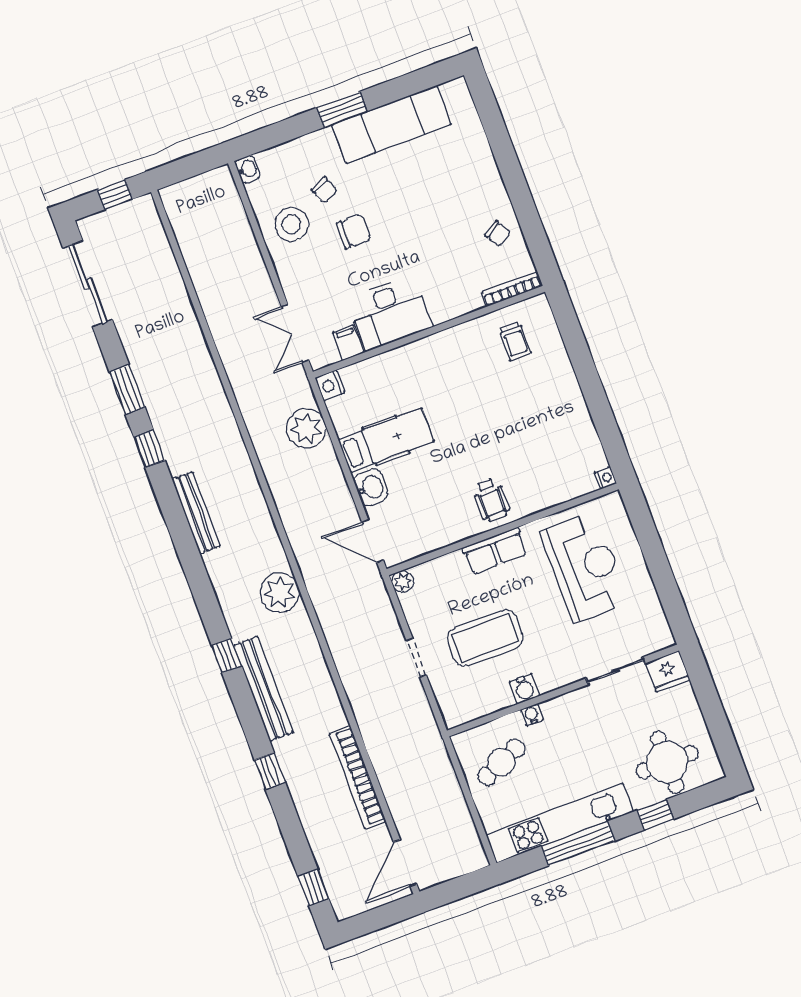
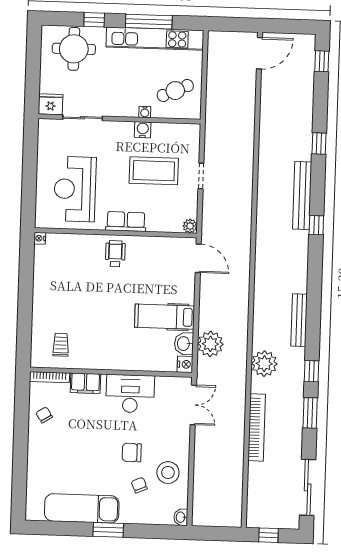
filing cabinet: (348, 343) -> (85, 383), moved, width x2.00
washbasin: (371, 487) -> (184, 344), moved
plant: (280, 593) -> (264, 364), moved
bookcase: (358, 777) -> (257, 427), moved

